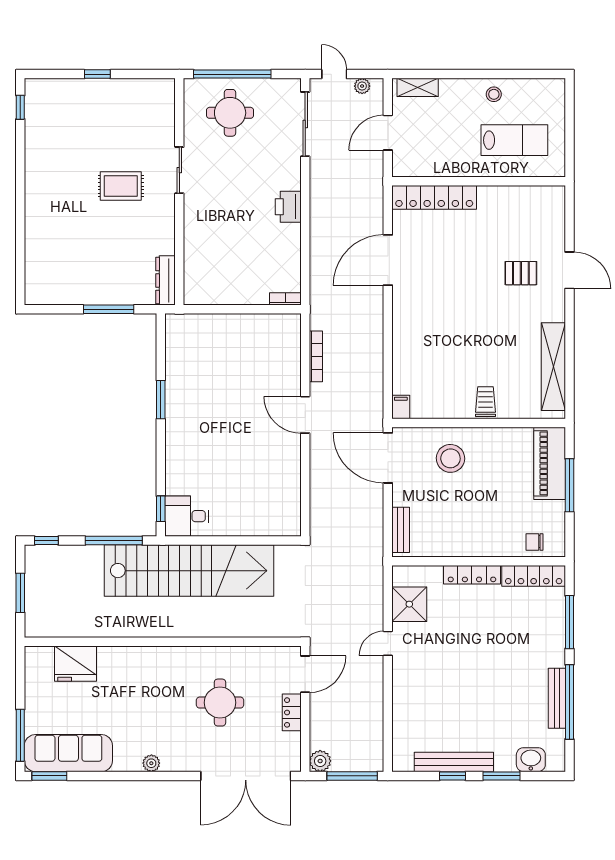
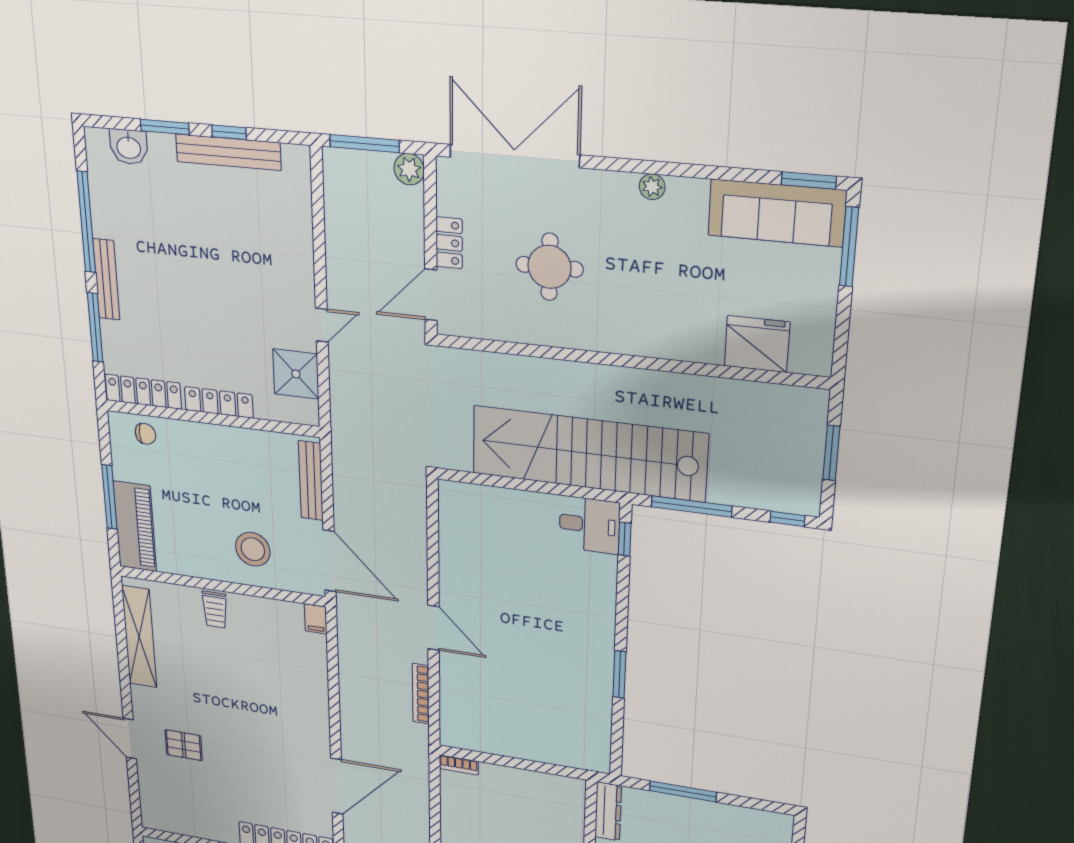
bench: (401, 530) -> (311, 481), width x1.36
bench: (557, 698) -> (106, 279), moved

